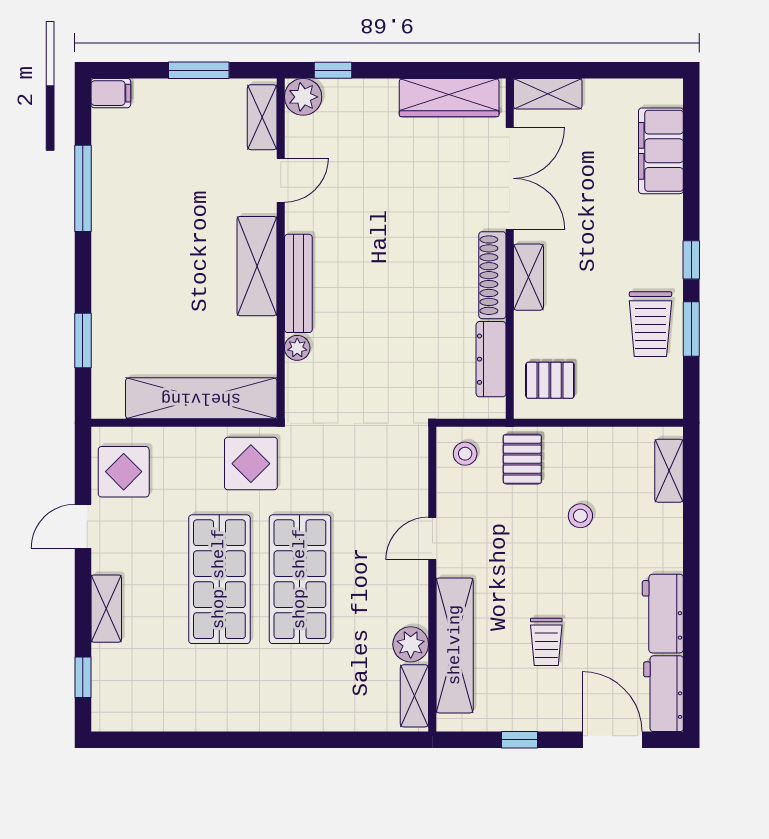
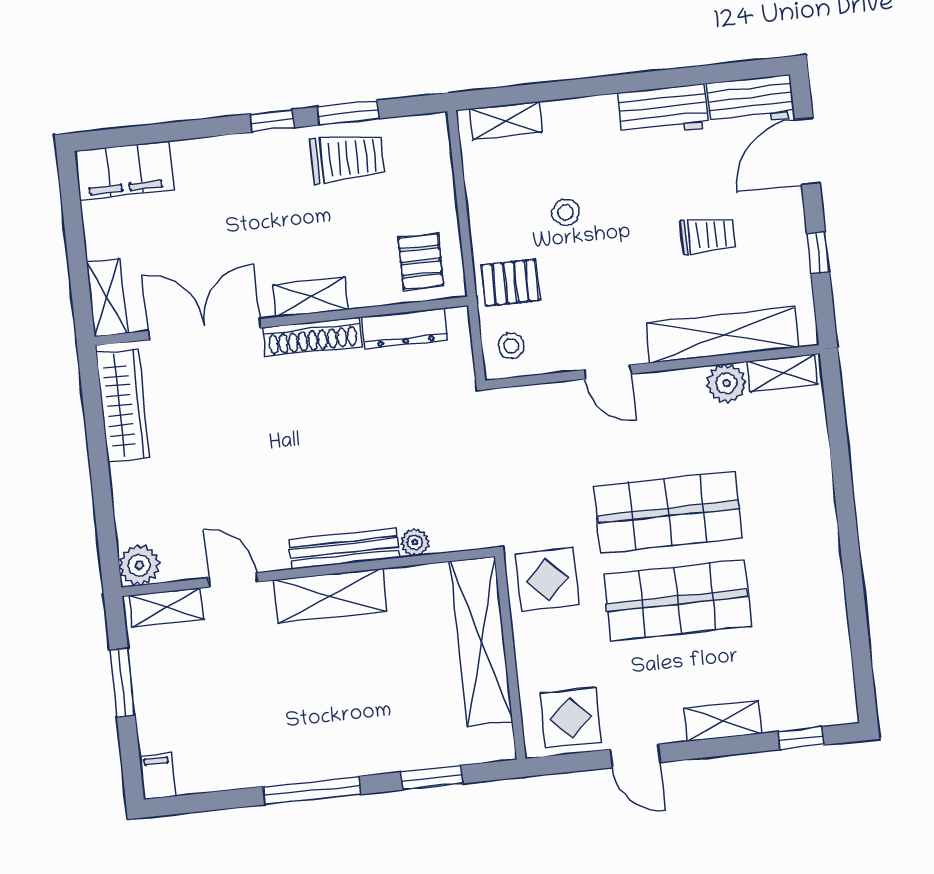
window: (333, 70) -> (107, 535), removed
filing cabinet: (661, 151) -> (124, 170), moved
window: (83, 188) -> (312, 791), moved

